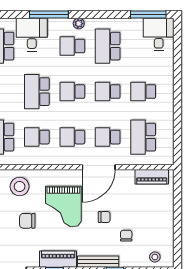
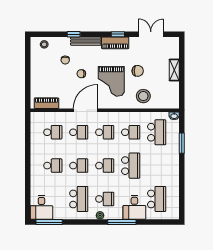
school desk: (143, 137) -> (53, 132), width x0.54
grand piano: (63, 207) -> (111, 81), turned 180

